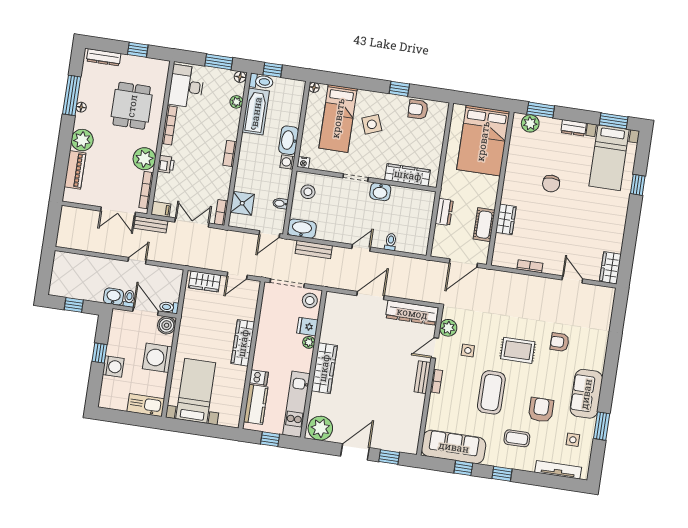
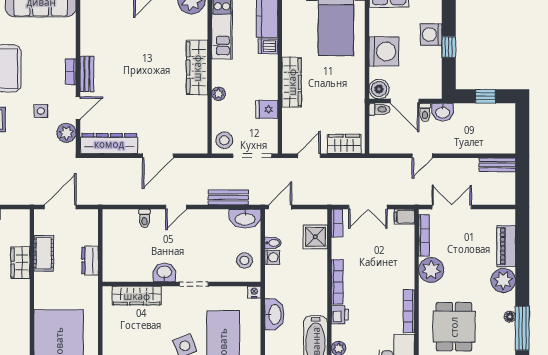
bookcase: (230, 154) -> (337, 282), width x1.56
washing machine: (287, 162) -> (272, 257), moved
printer: (166, 164) -> (340, 315), moved, turned 180
bench: (151, 225) -> (497, 165), moved
fridge: (307, 327) -> (267, 109), moved, turned 180

